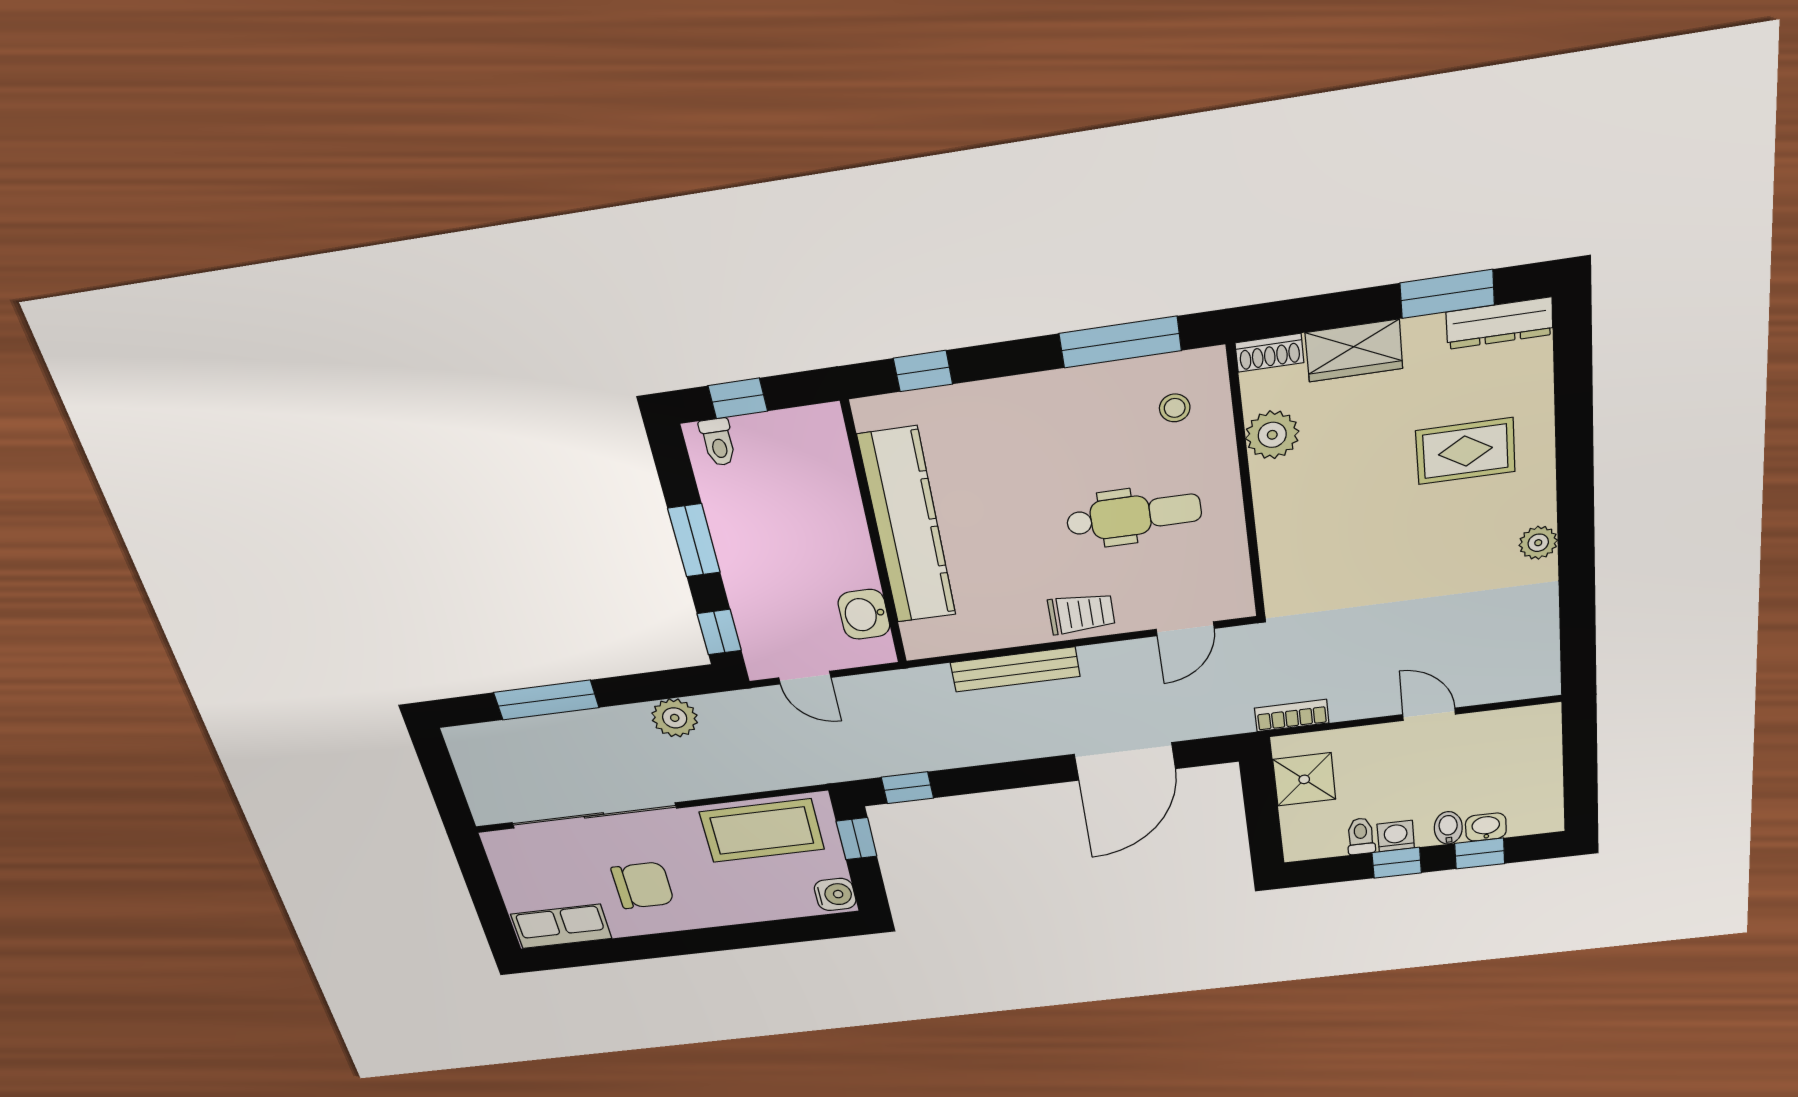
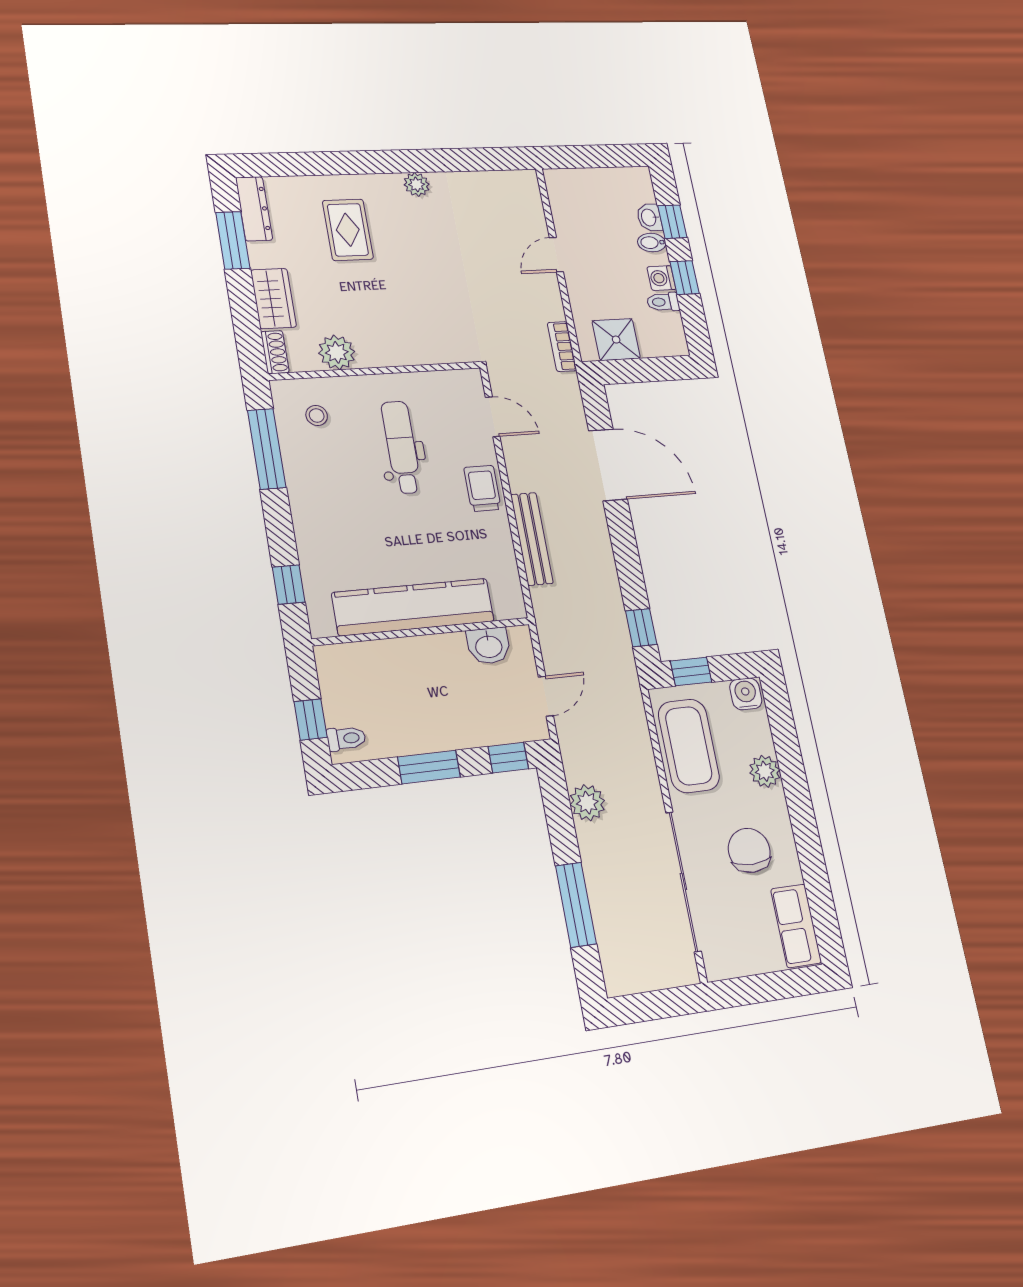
plant: (741, 908) -> (765, 771), added

